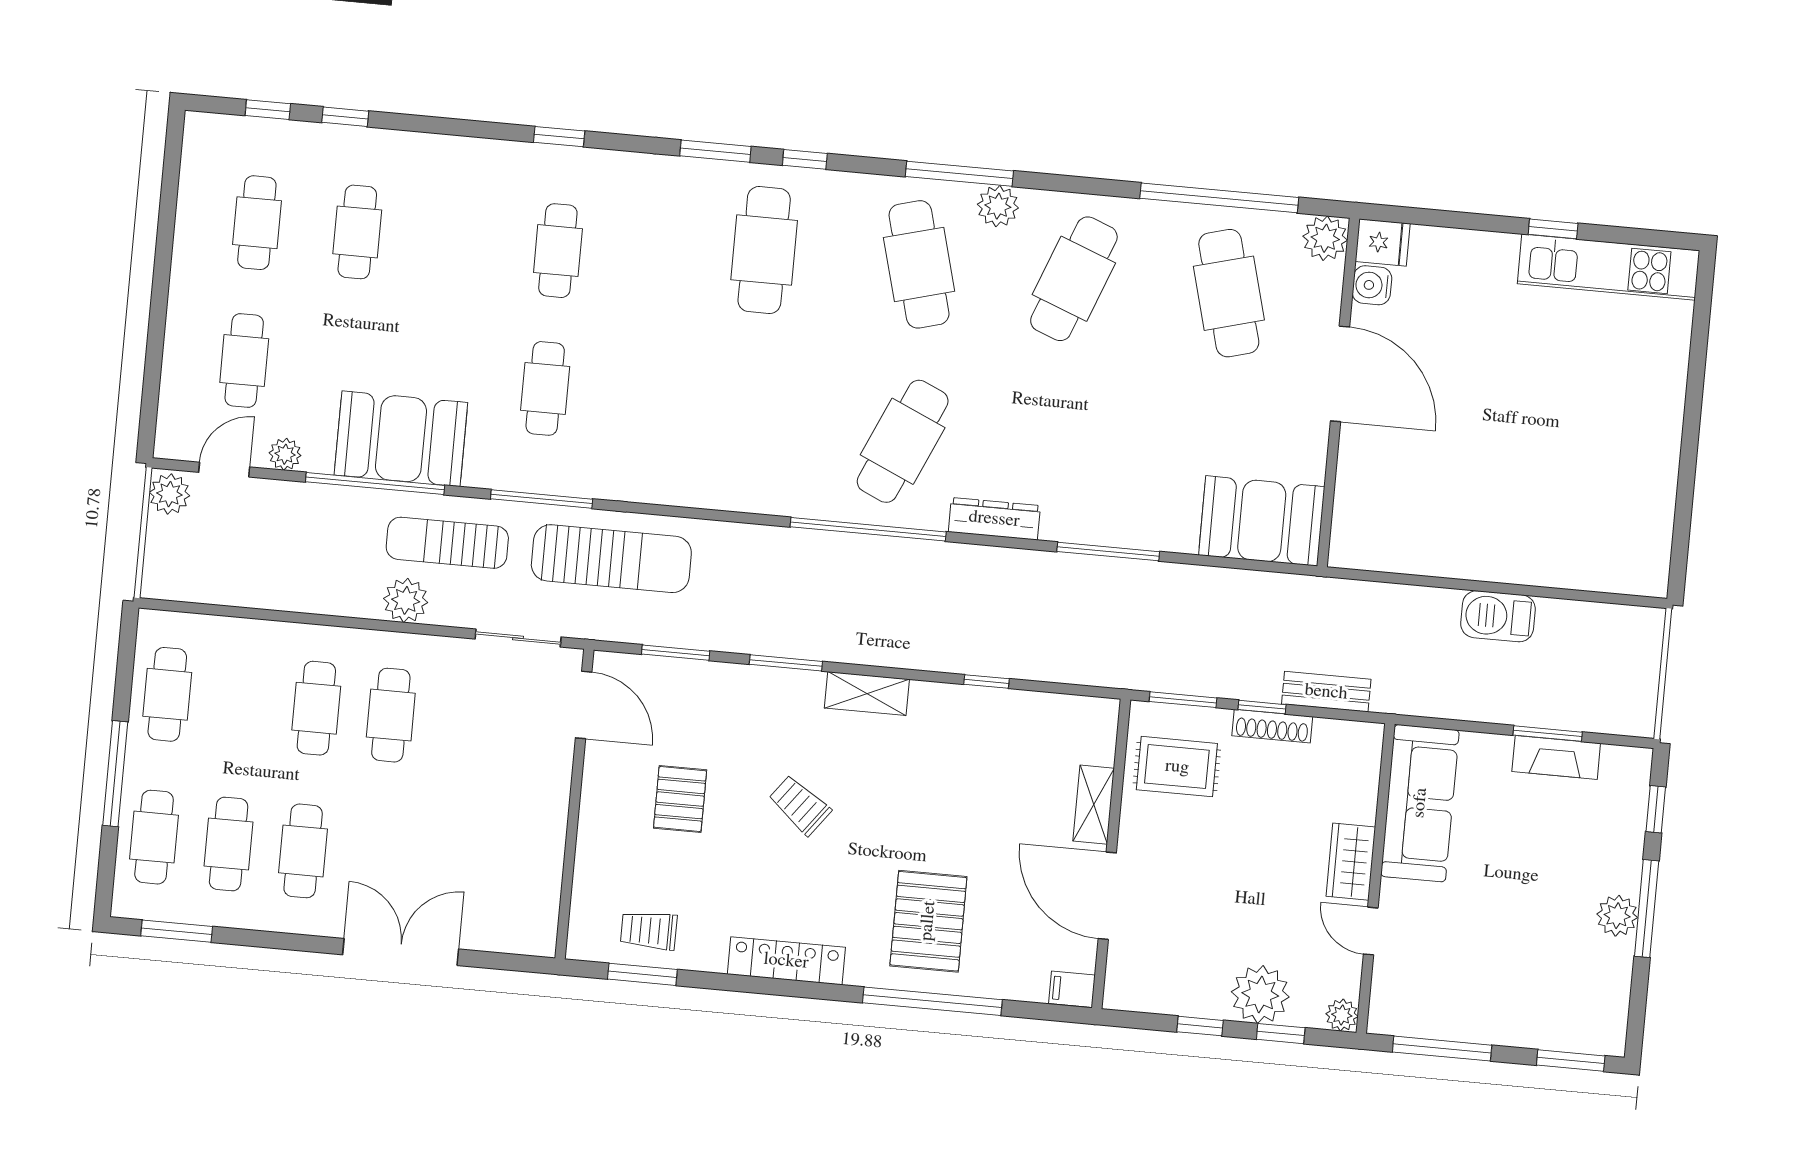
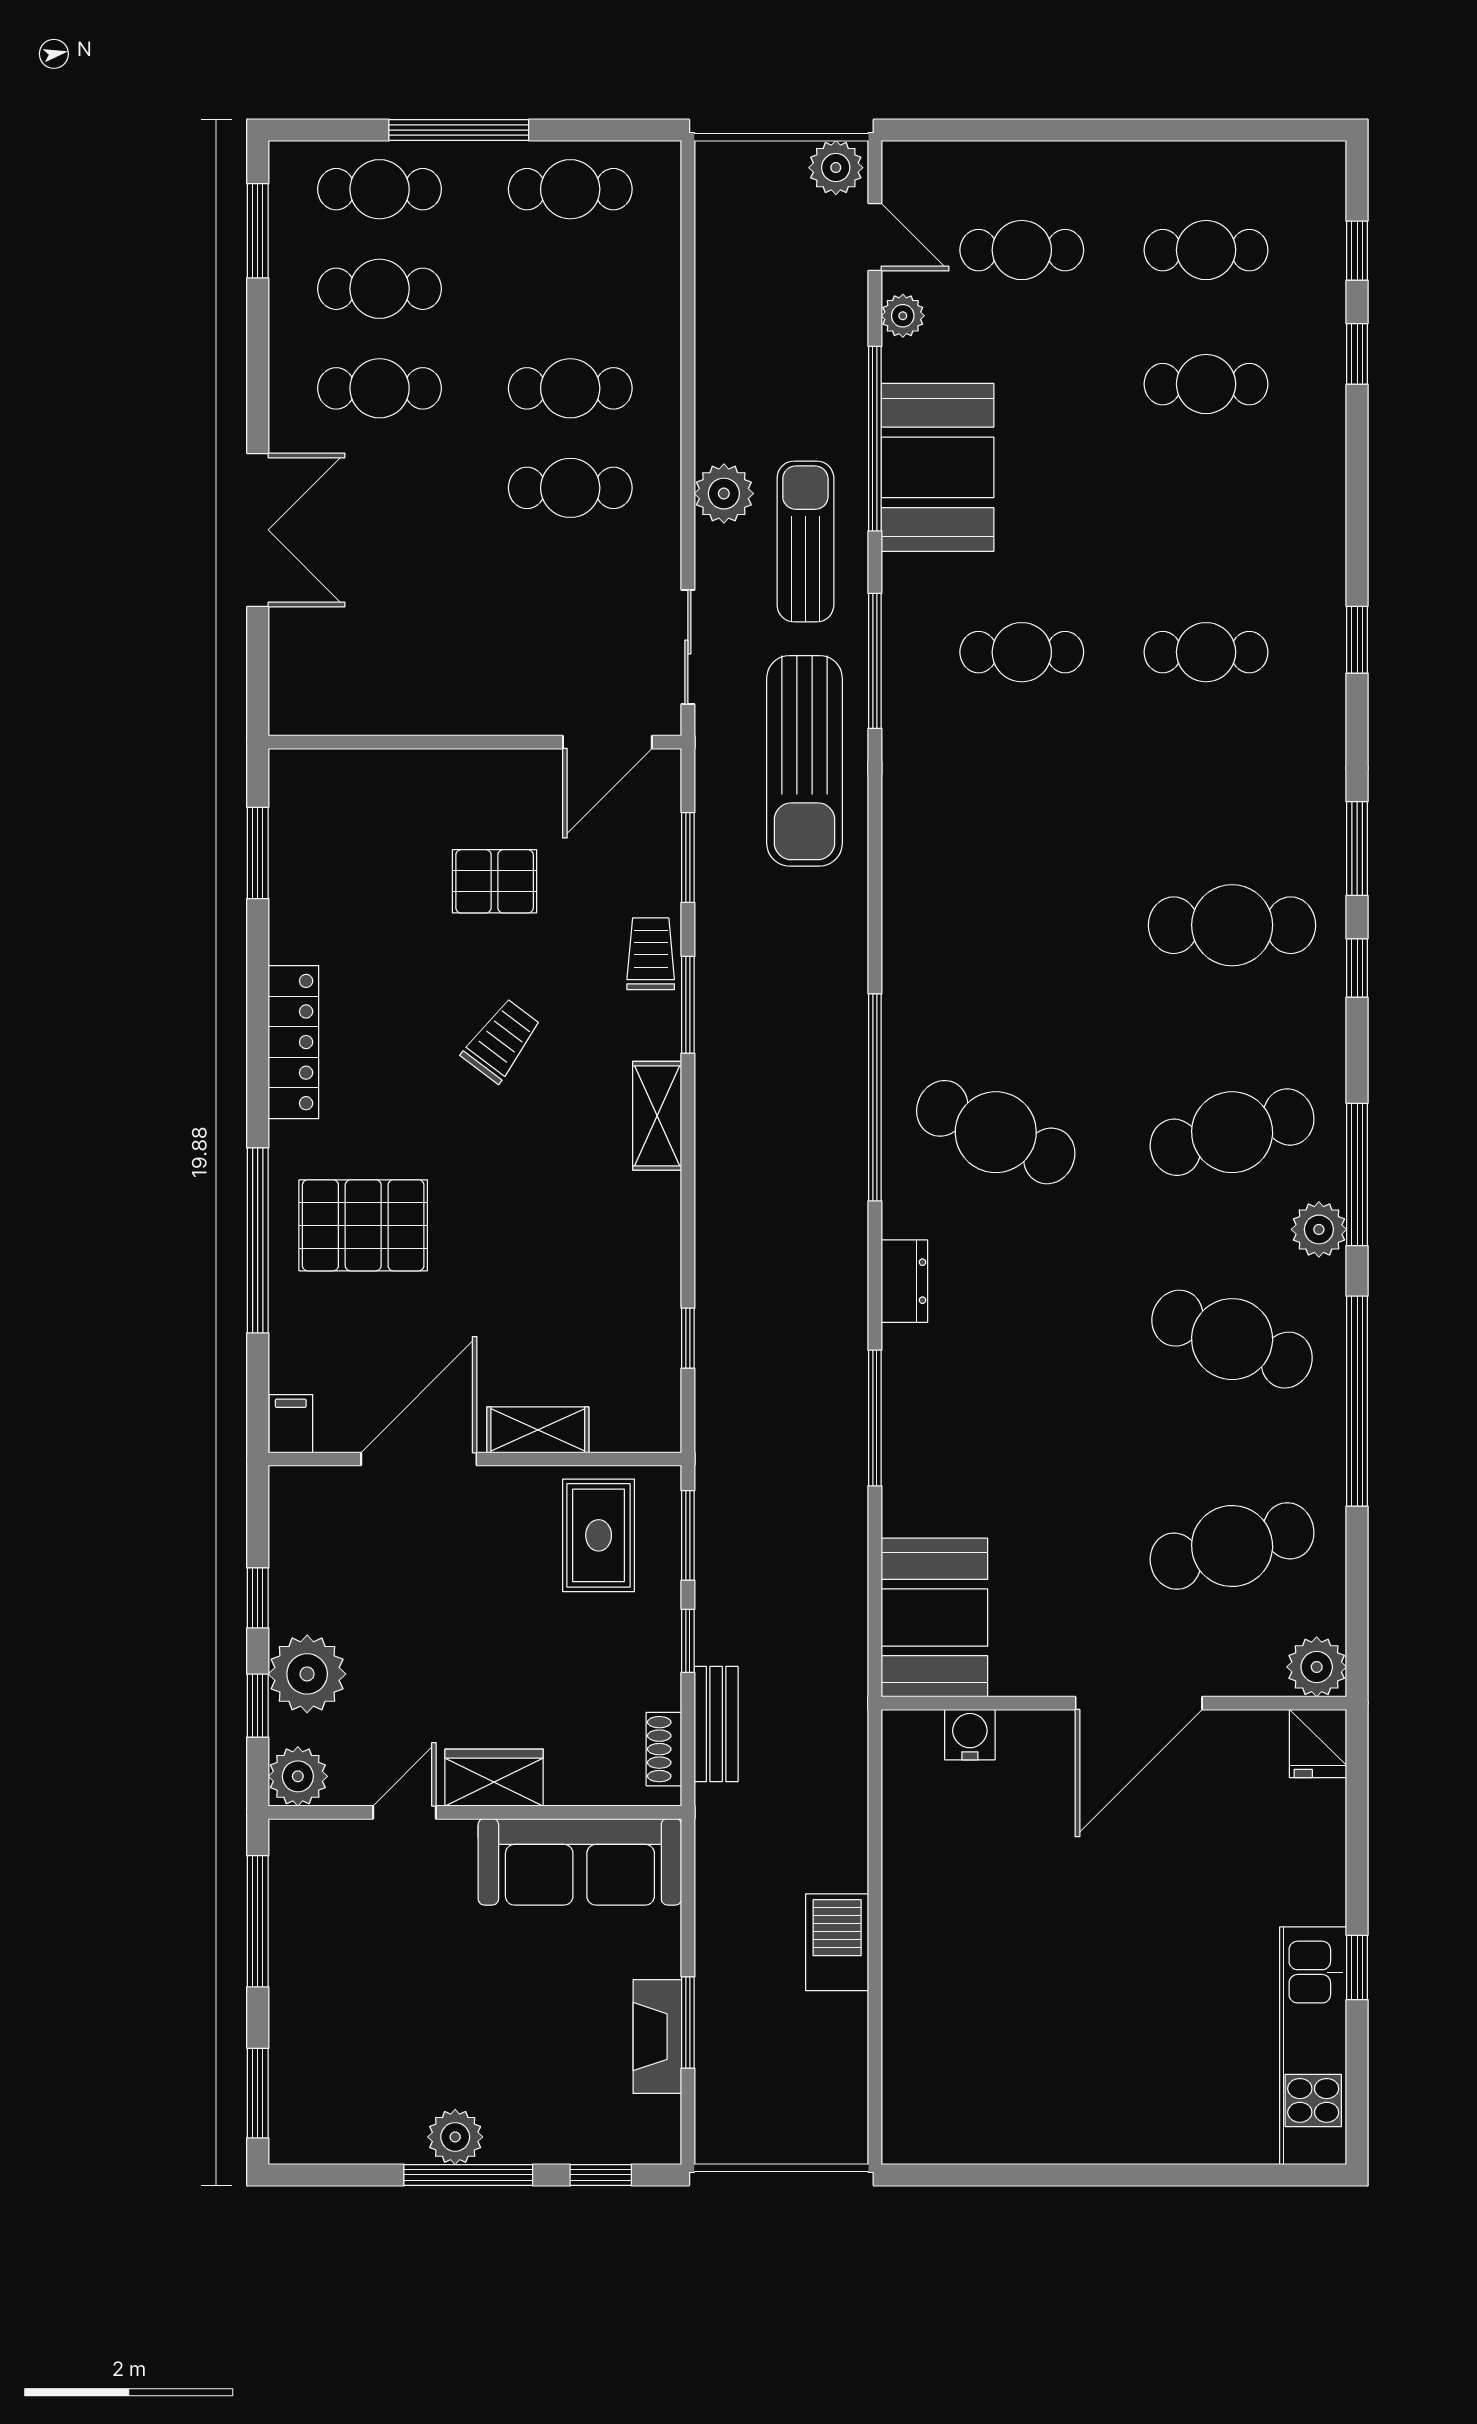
window: (1219, 198) -> (1357, 1401), moved
water cooler: (1372, 285) -> (970, 1735), moved
dresser: (994, 519) -> (904, 1281), width x0.70
window: (987, 681) -> (688, 1338), moved
shoe rack: (1272, 726) -> (664, 1749), moved, width x0.70
trolley: (649, 930) -> (651, 954), moved
plant: (1342, 1015) -> (298, 1776), width x1.38, depth x1.38

